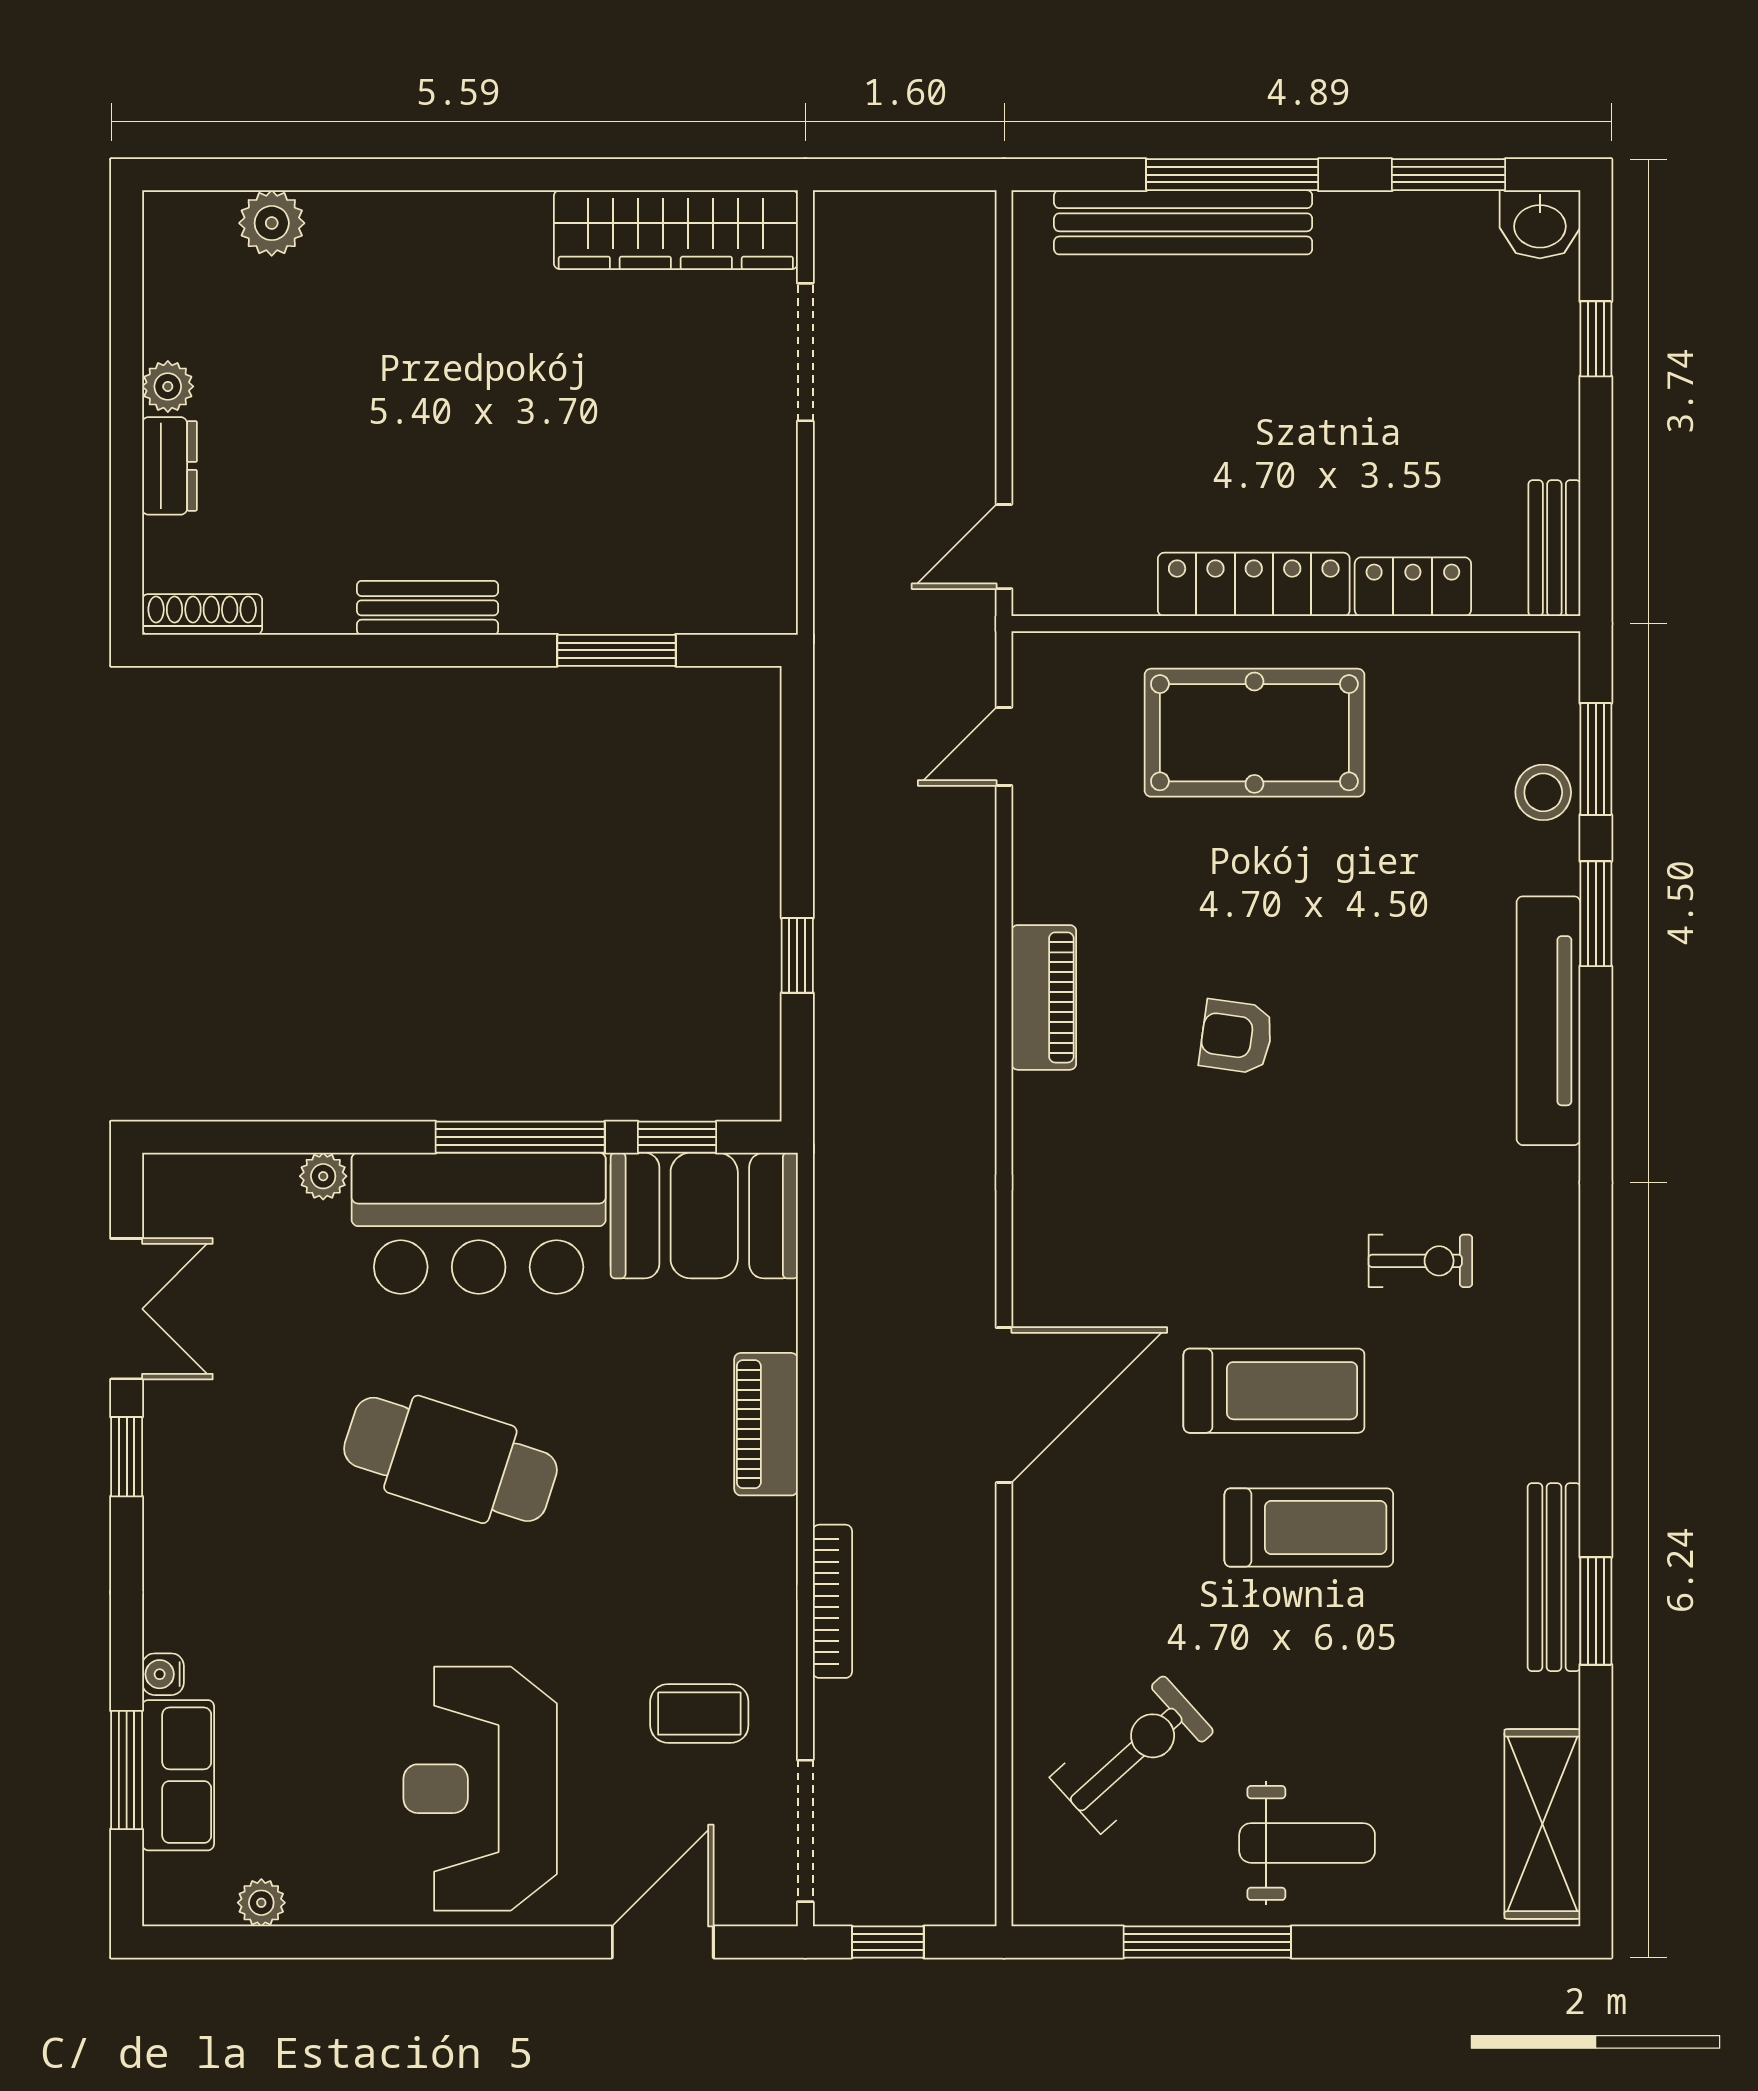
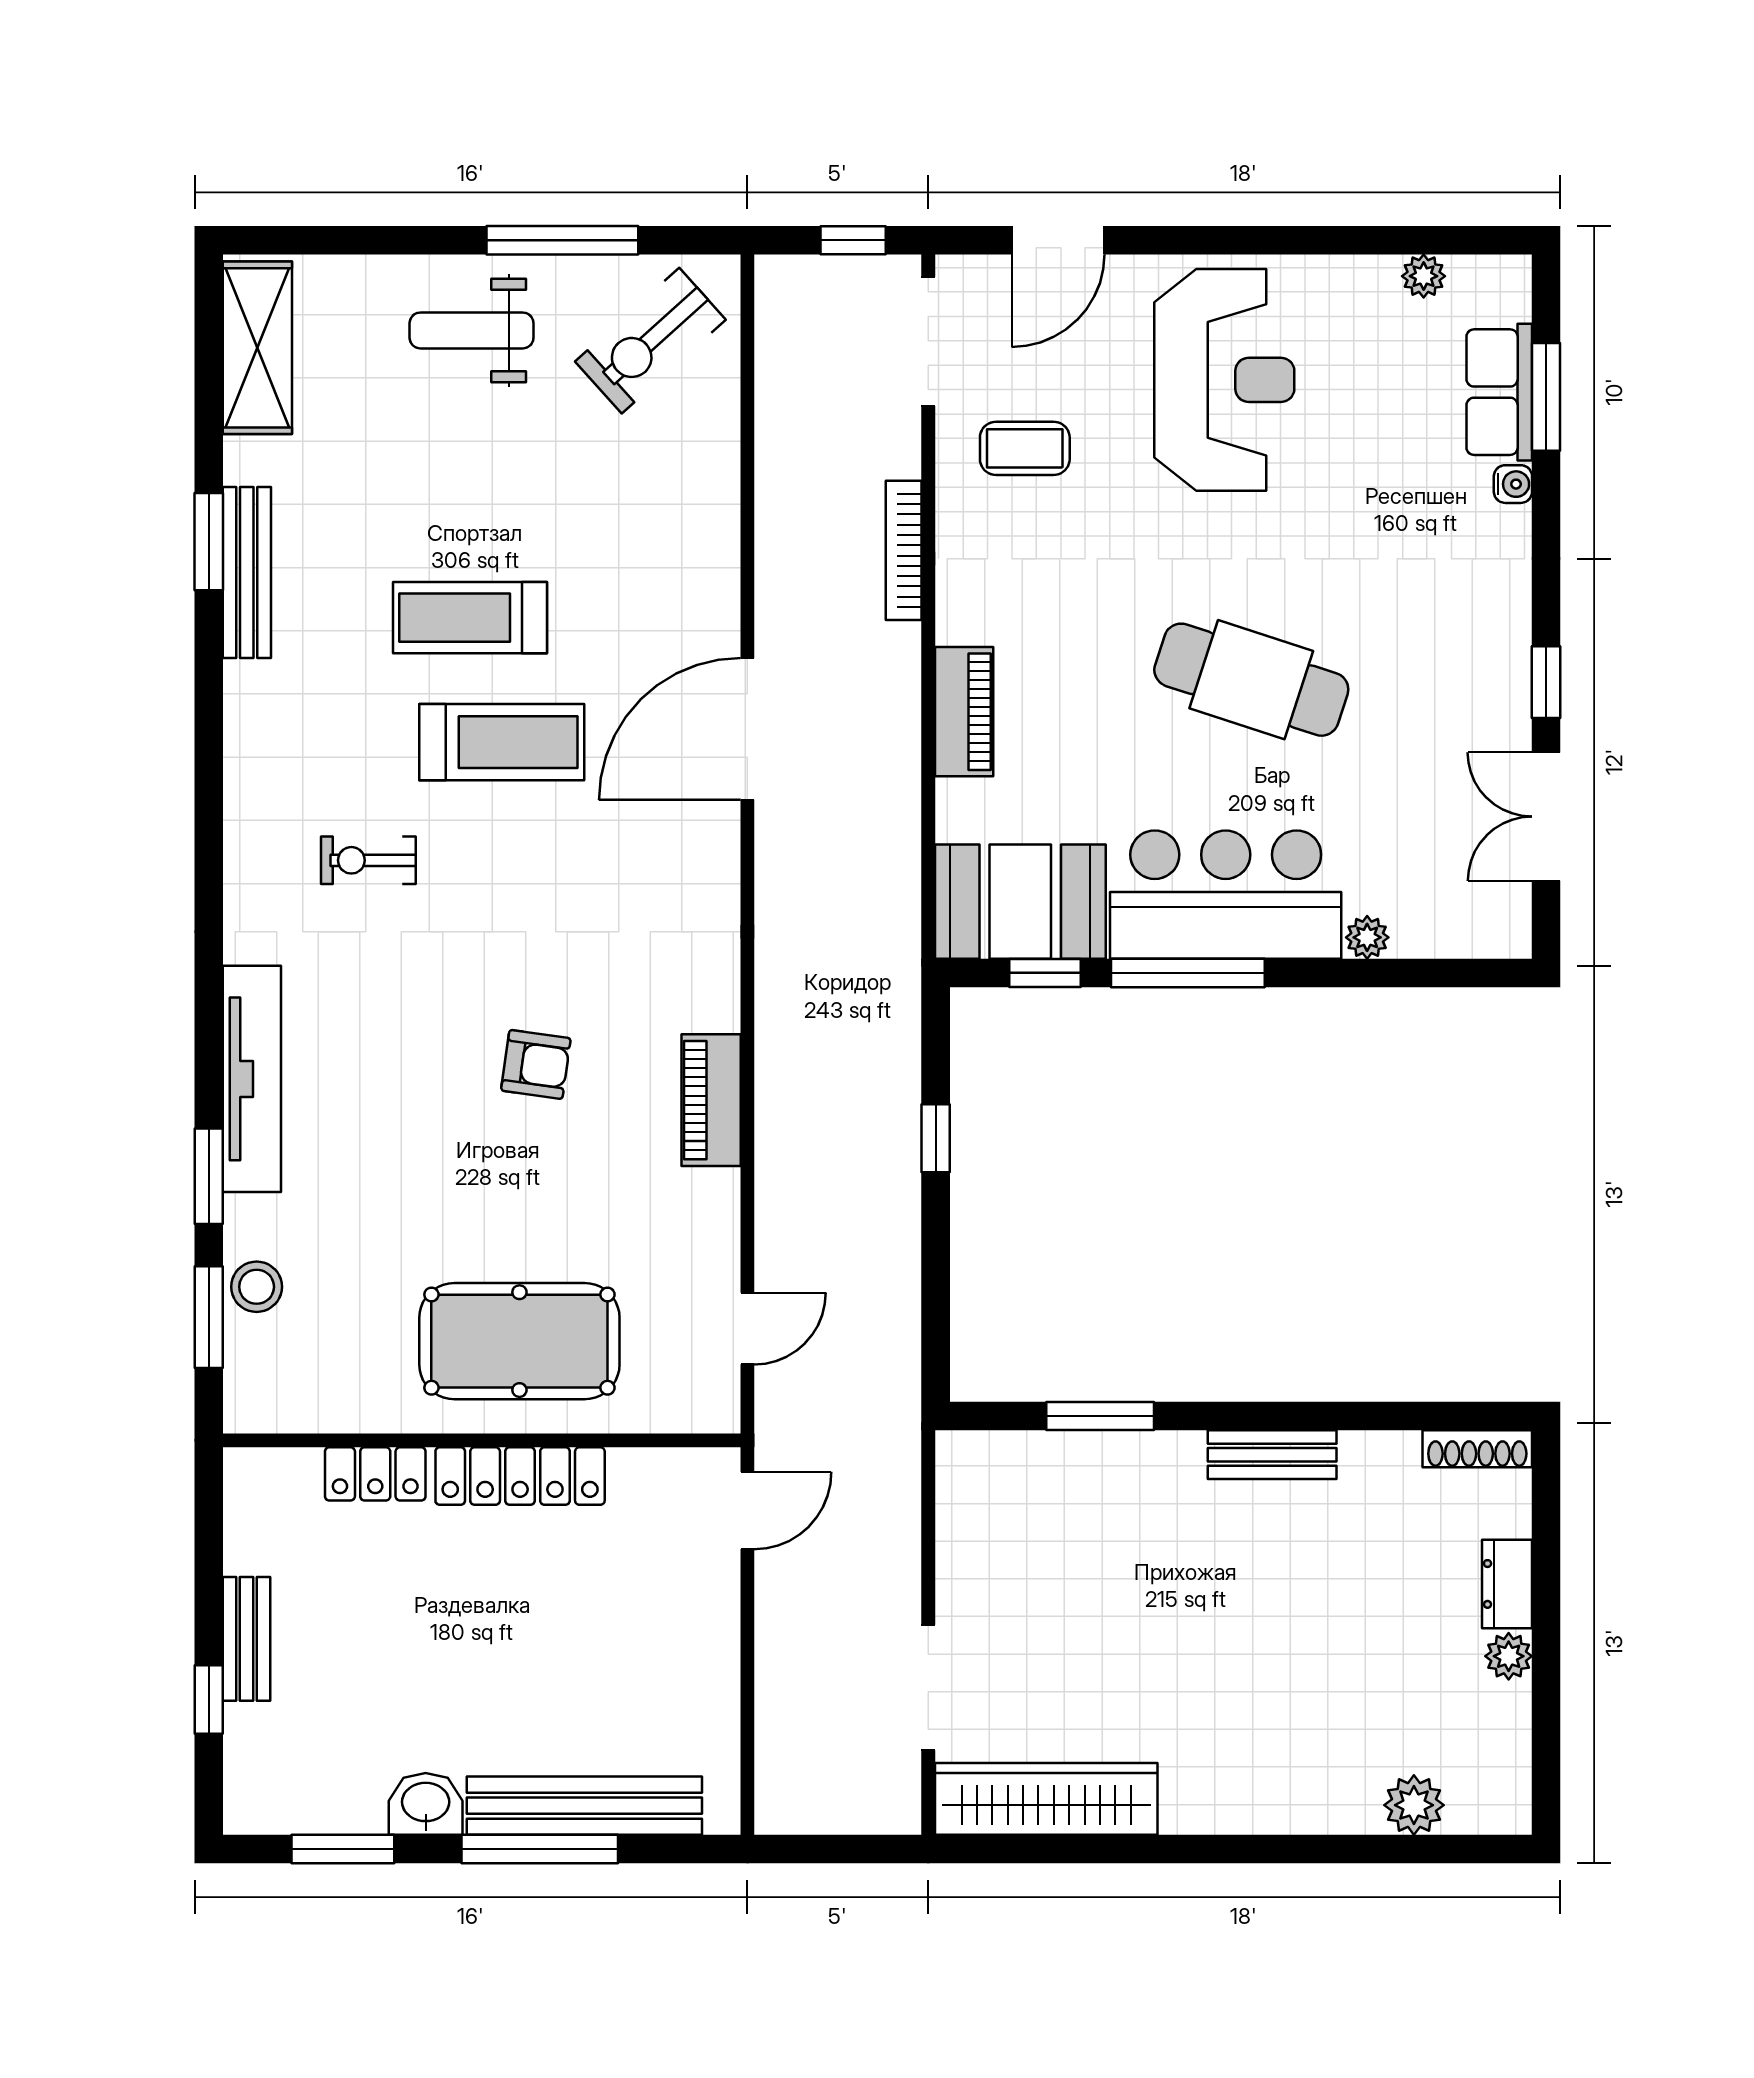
washbasin: (1540, 224) -> (426, 1804), moved
bench: (1554, 548) -> (246, 1639), moved
treadmill: (1274, 1391) -> (502, 742), turned 180
exercise bike: (1132, 1754) -> (650, 341), moved

